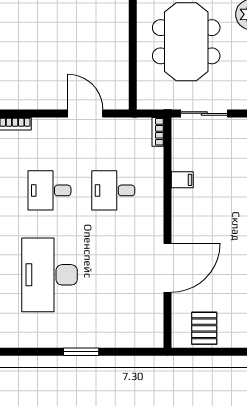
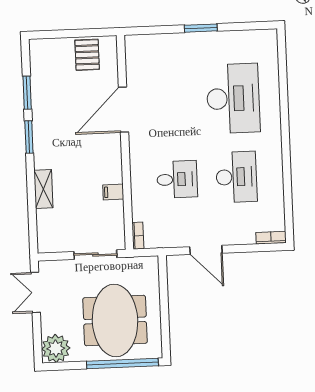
desk: (49, 190) -> (236, 177), width x1.37

